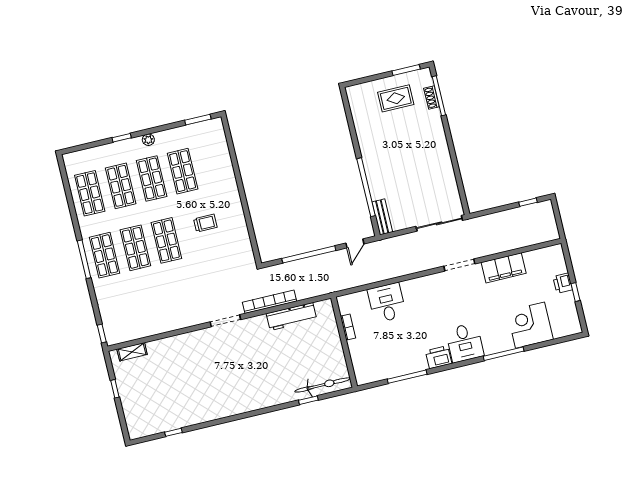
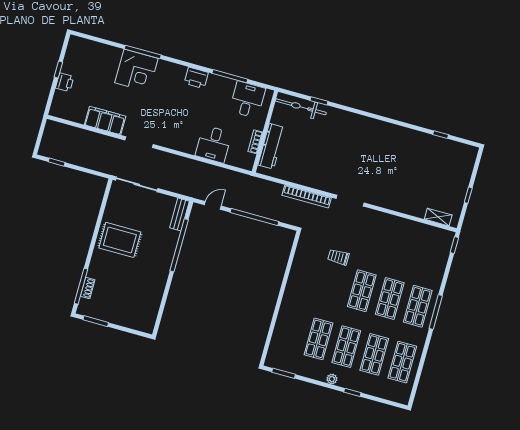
rug: (396, 98) -> (120, 240), moved, width x1.36, depth x1.43
trolley: (205, 223) -> (338, 257), moved
workbench: (291, 317) -> (271, 146), moved, turned 90
corner desk: (530, 325) -> (136, 71), moved
desk: (465, 343) -> (247, 100), moved

